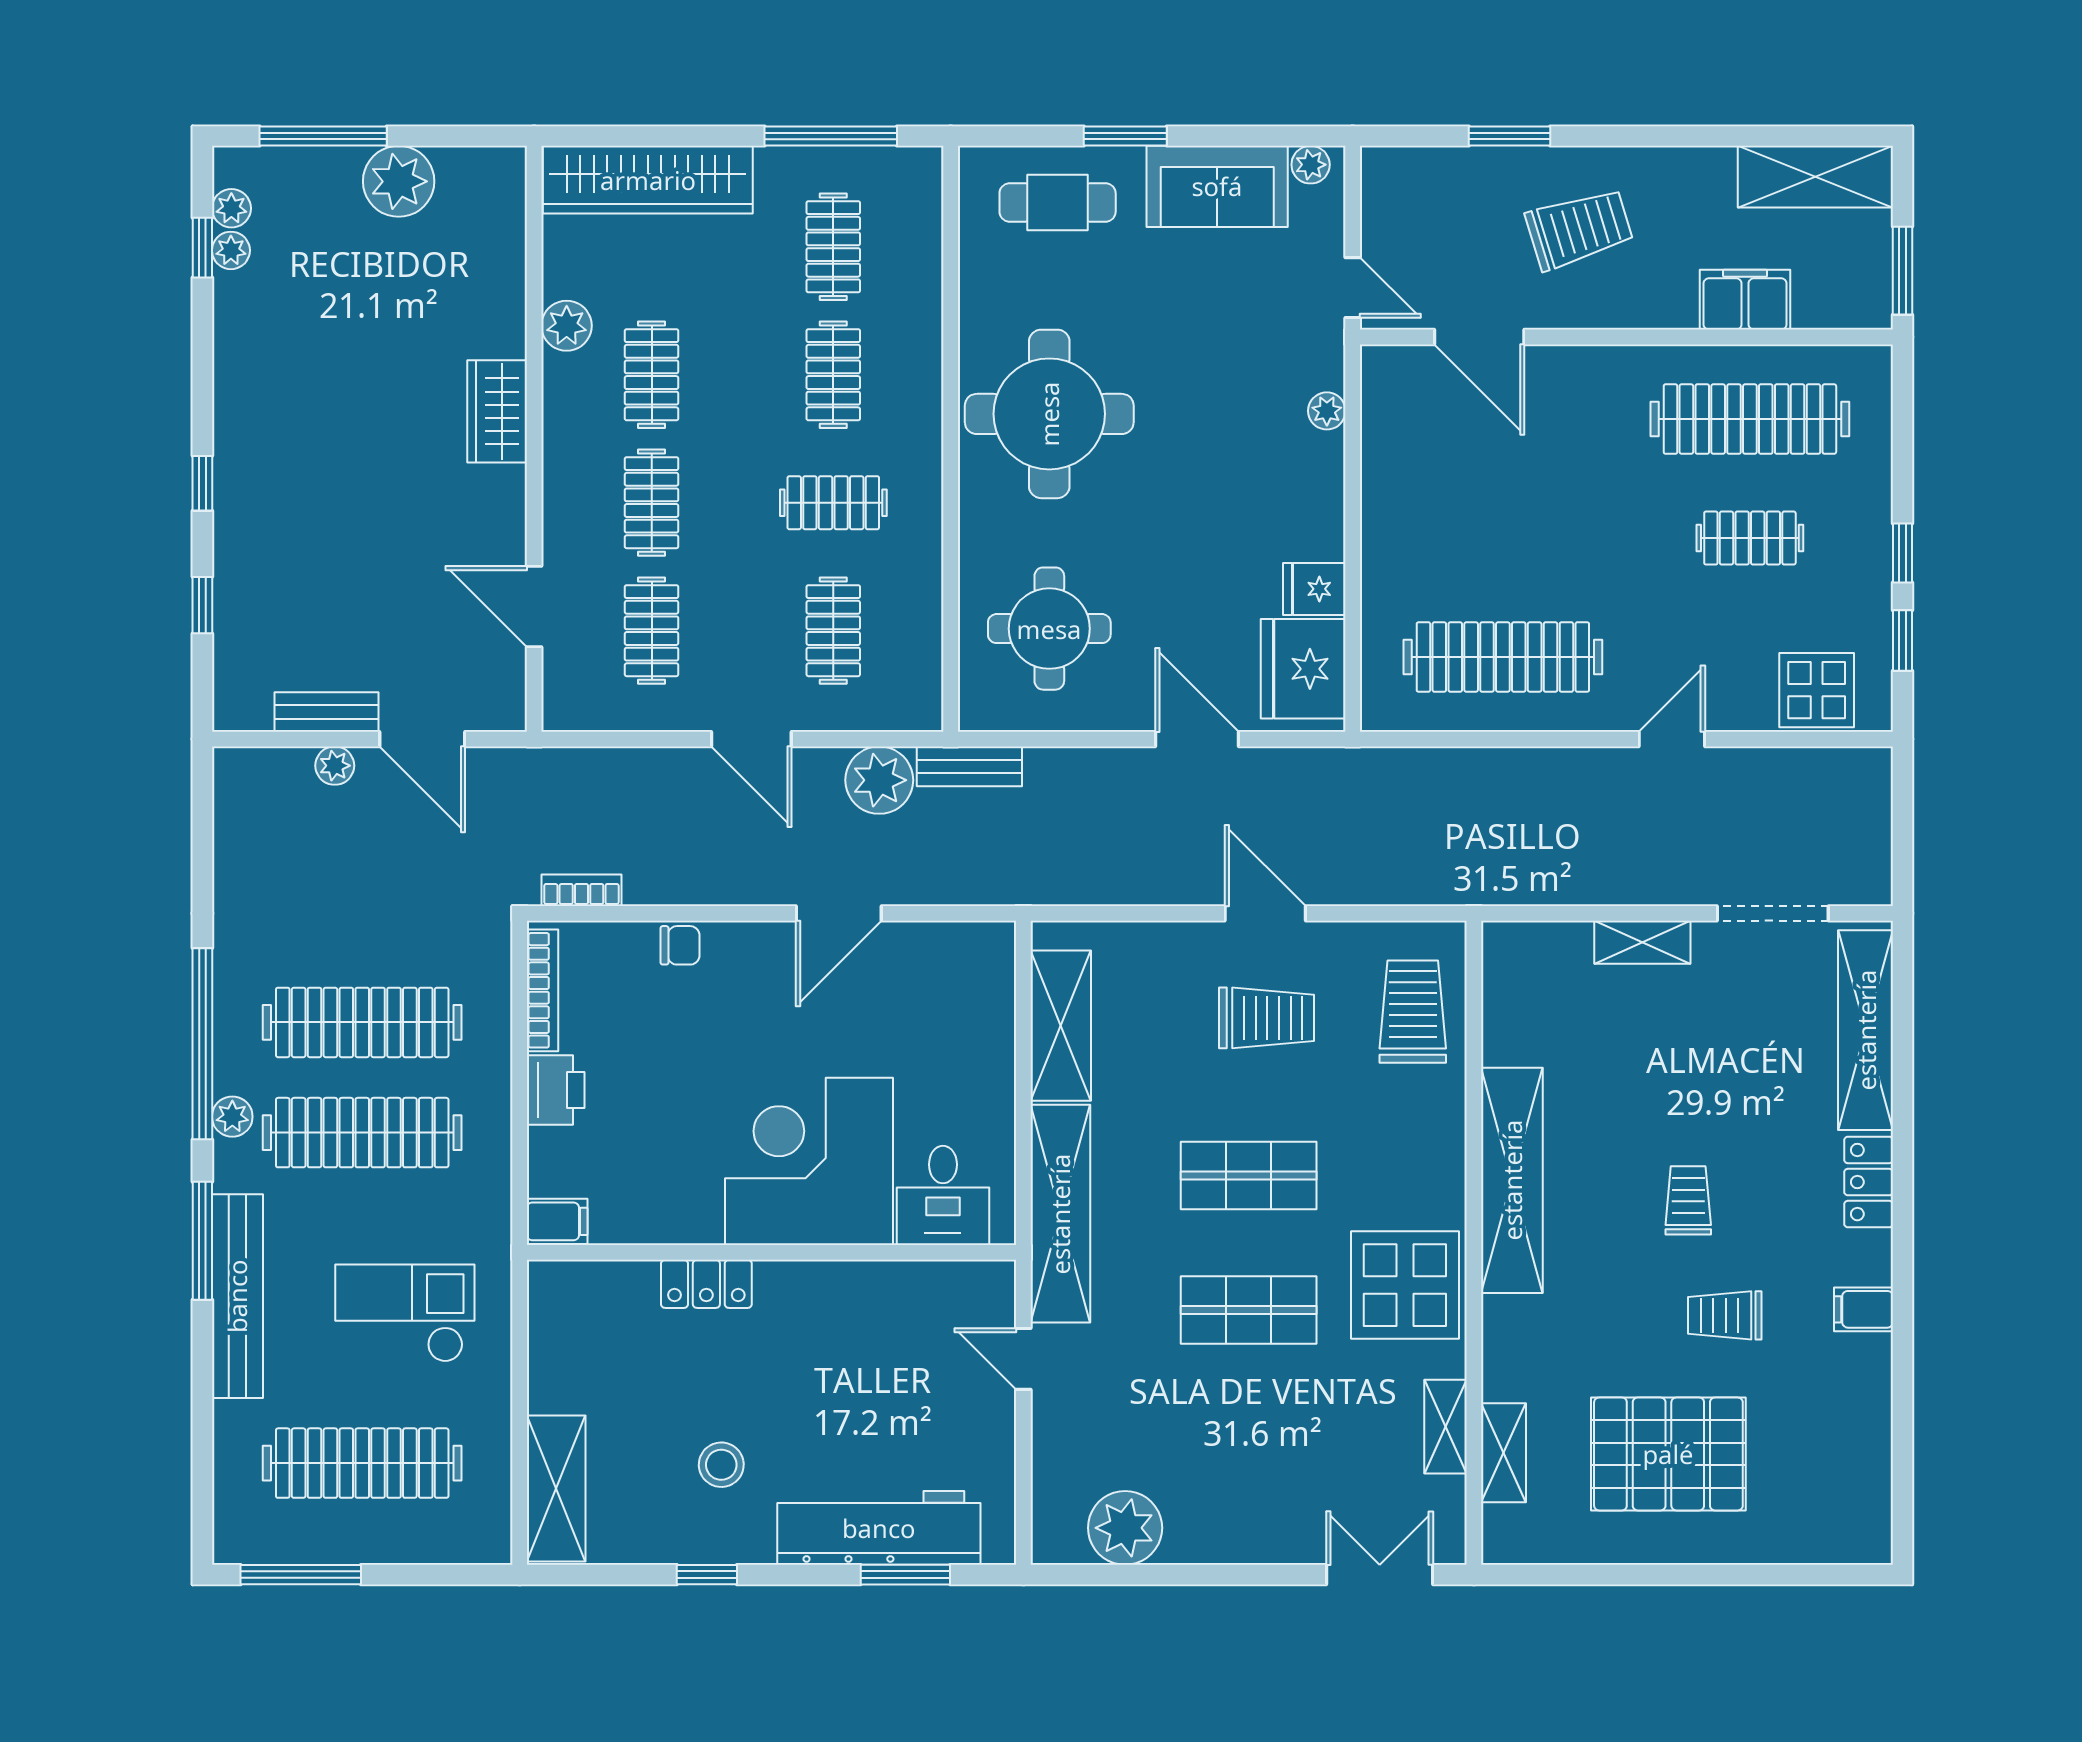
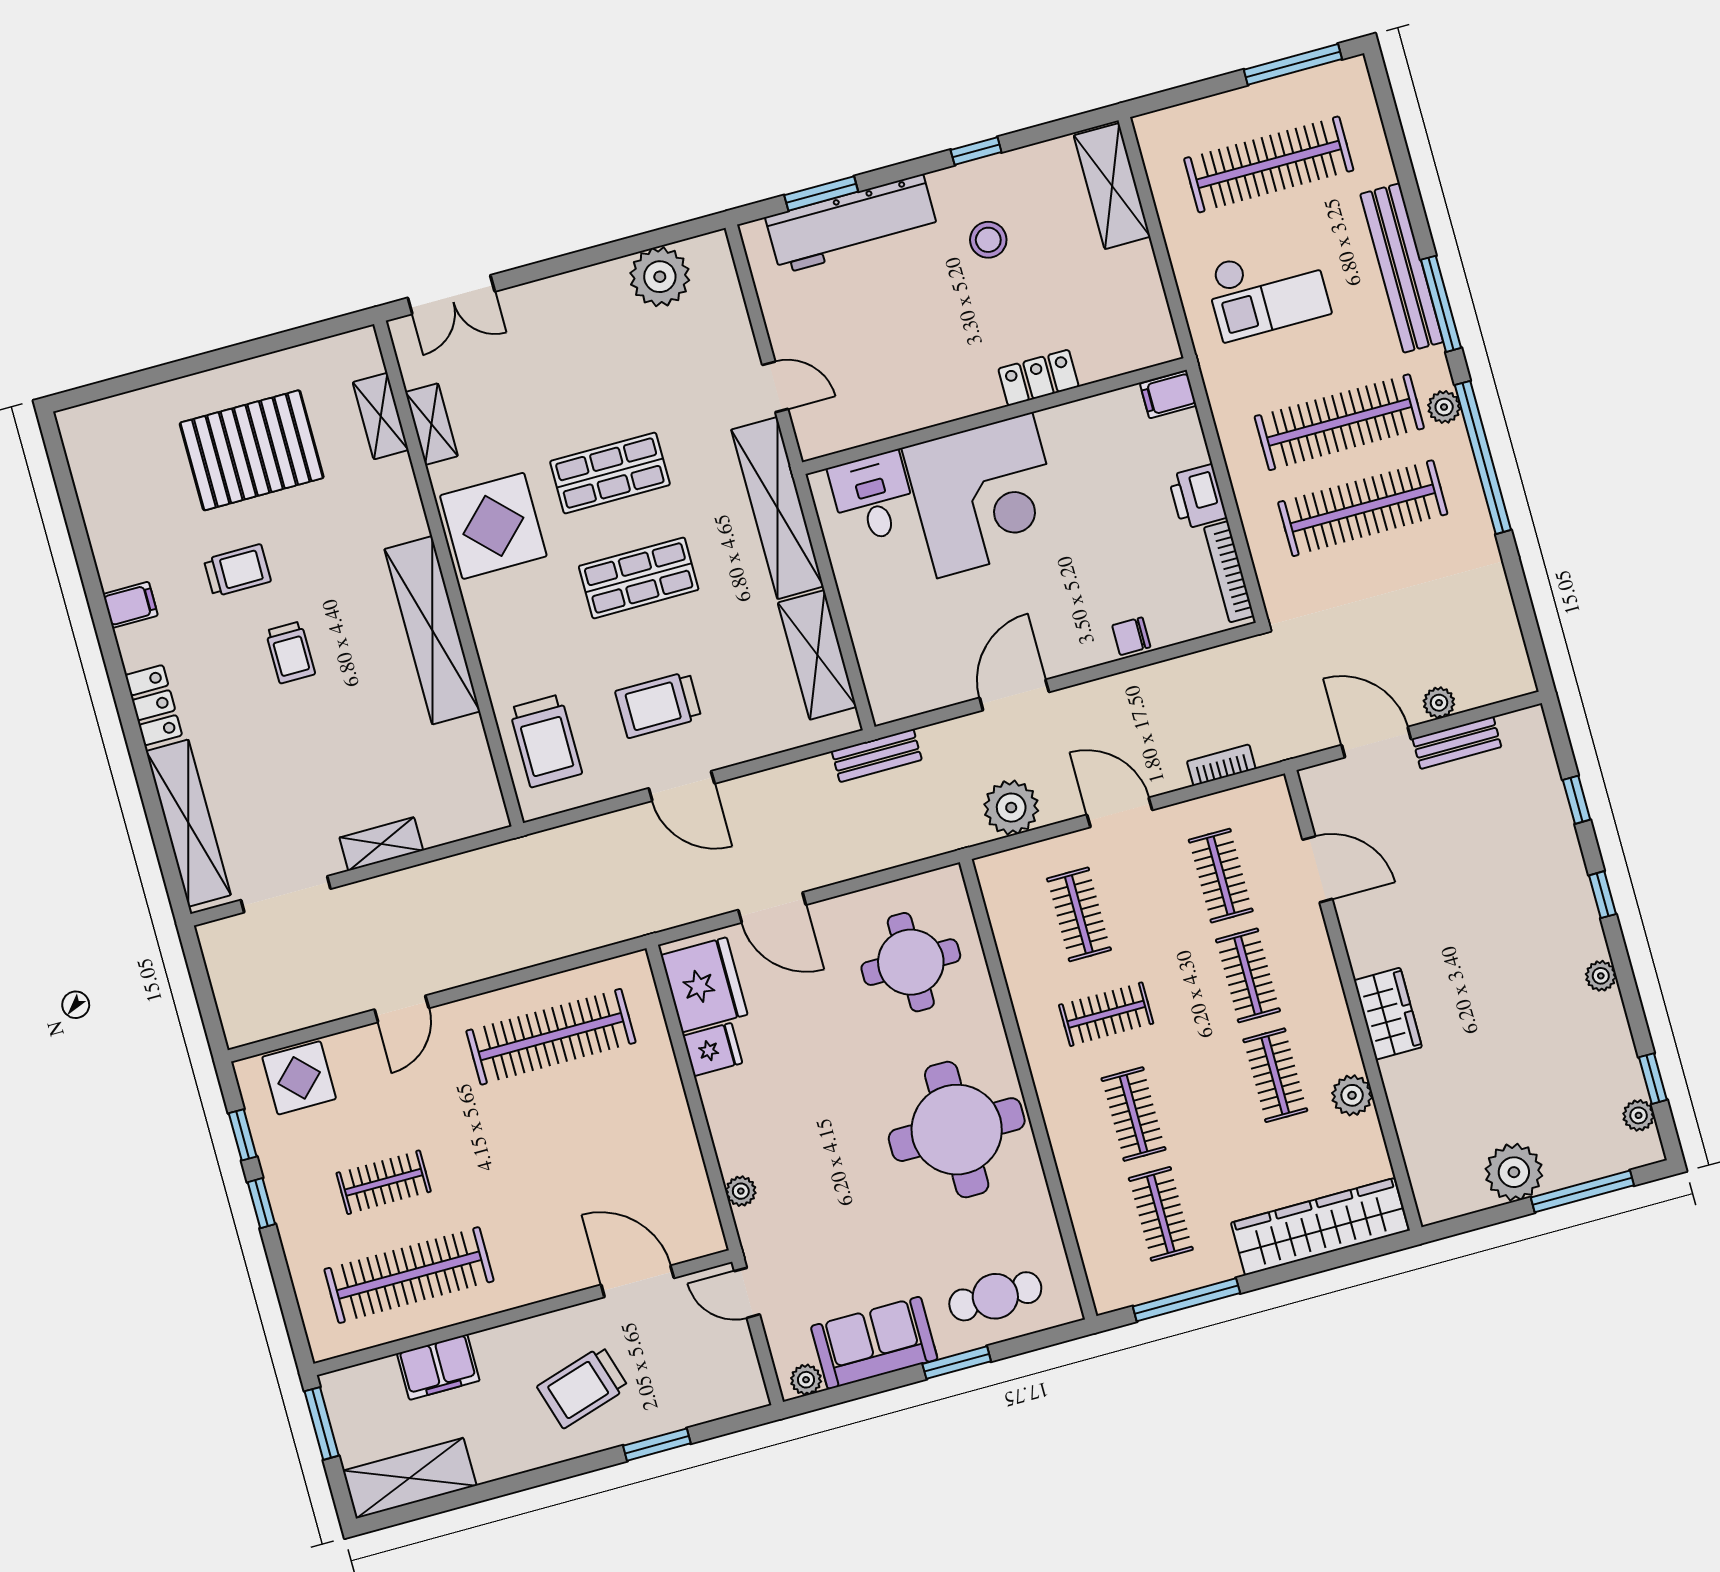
plant: (231, 250) -> (1601, 976), moved
bench: (969, 766) -> (877, 756), moved
bookcase: (581, 890) -> (1221, 765), moved, turned 180

